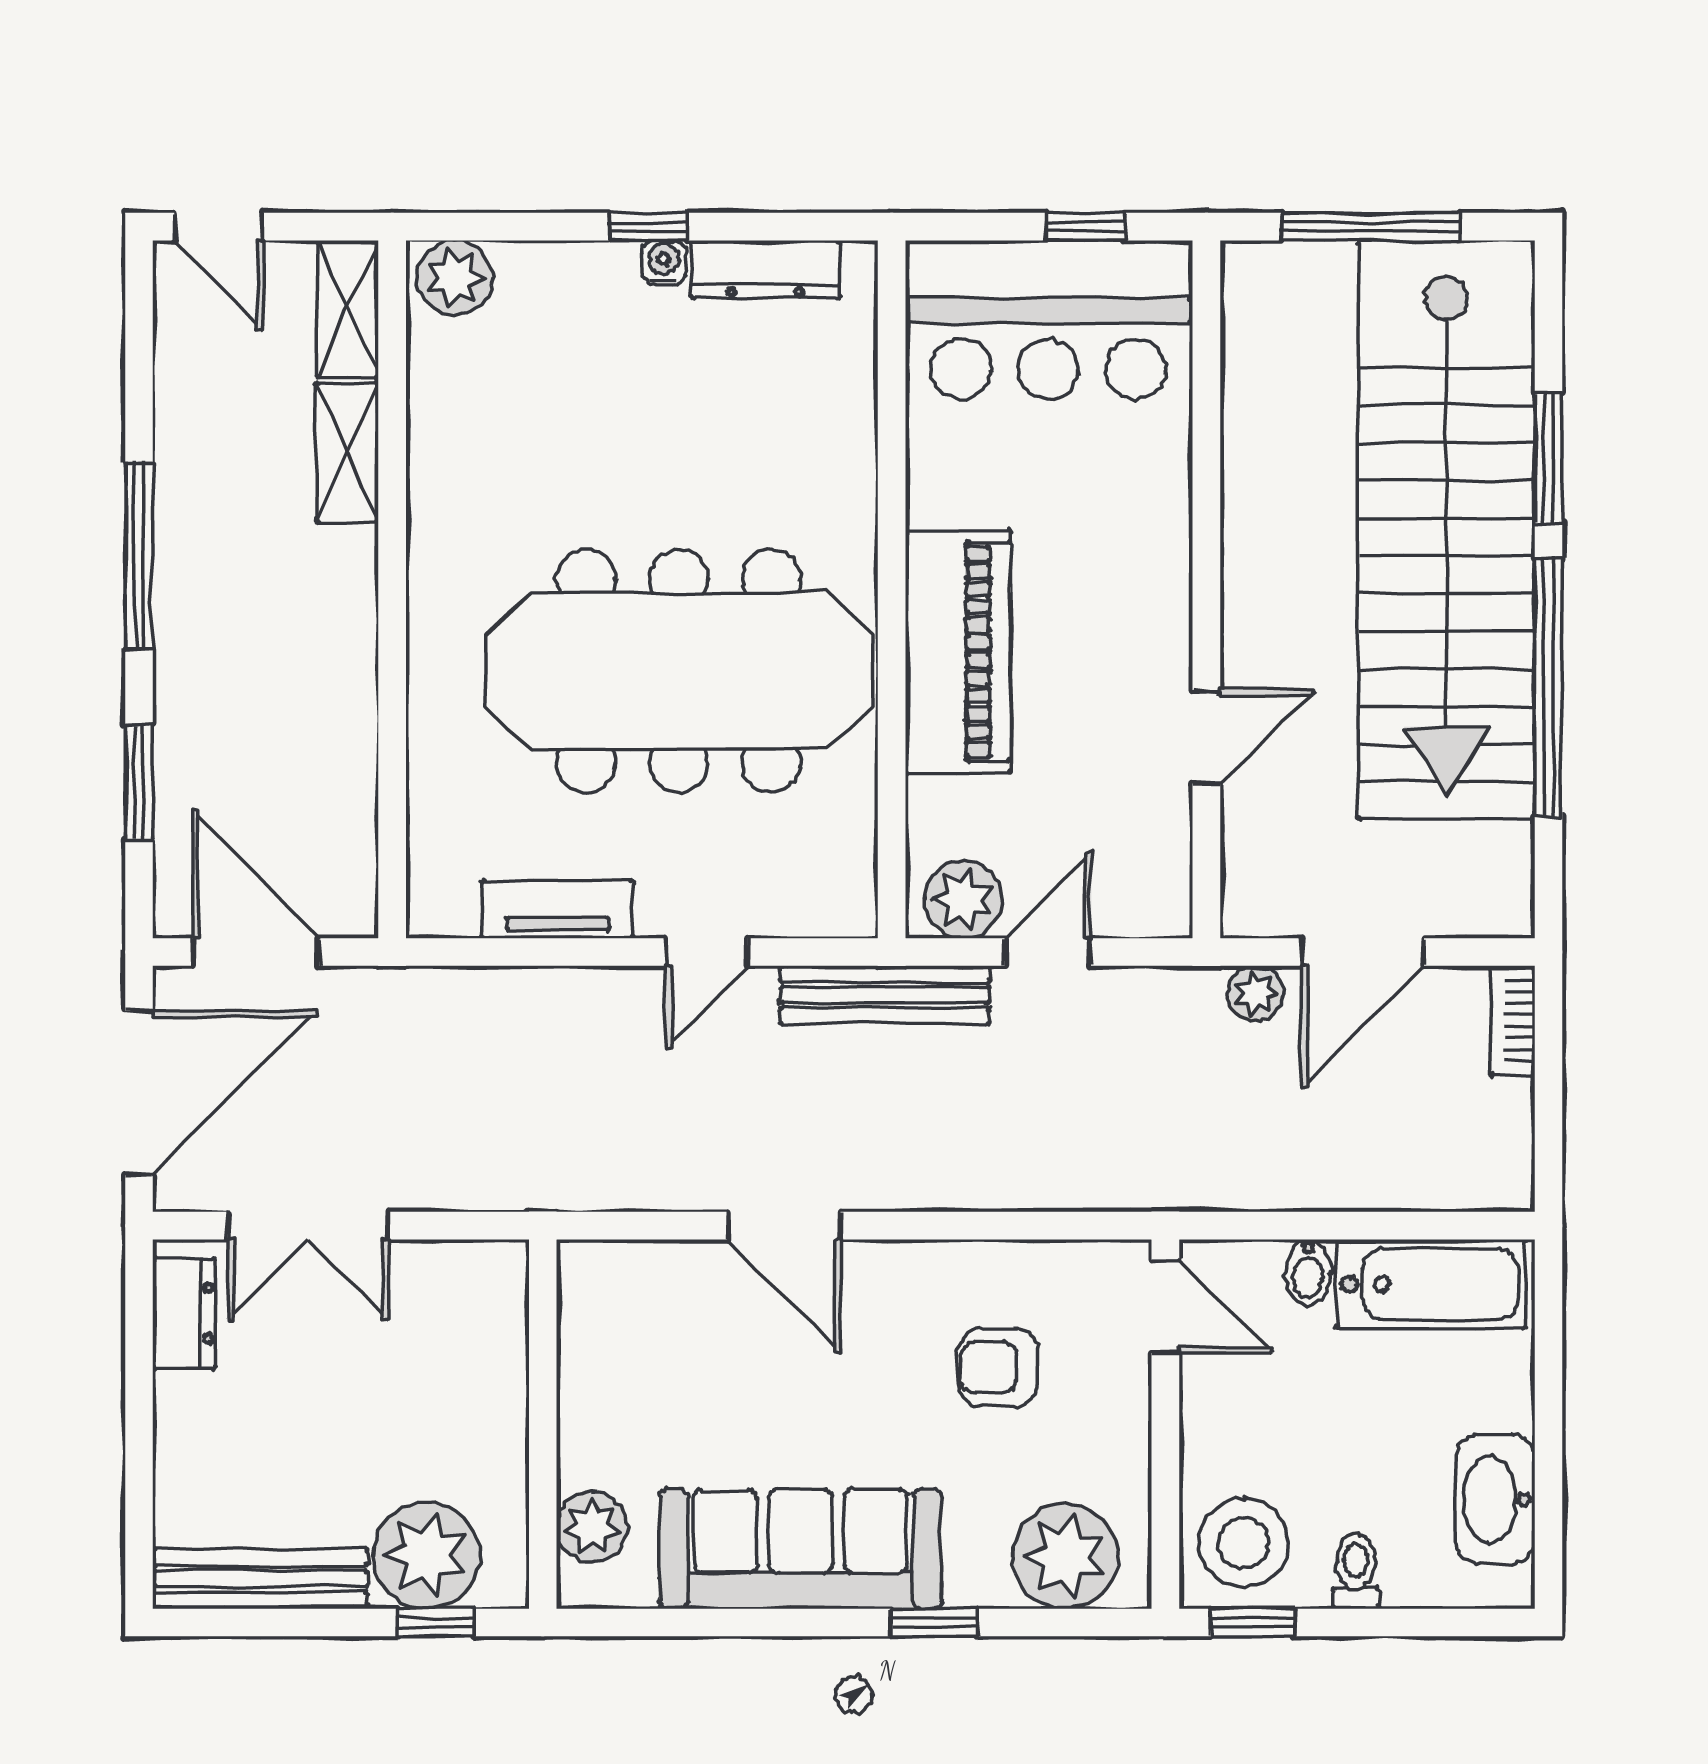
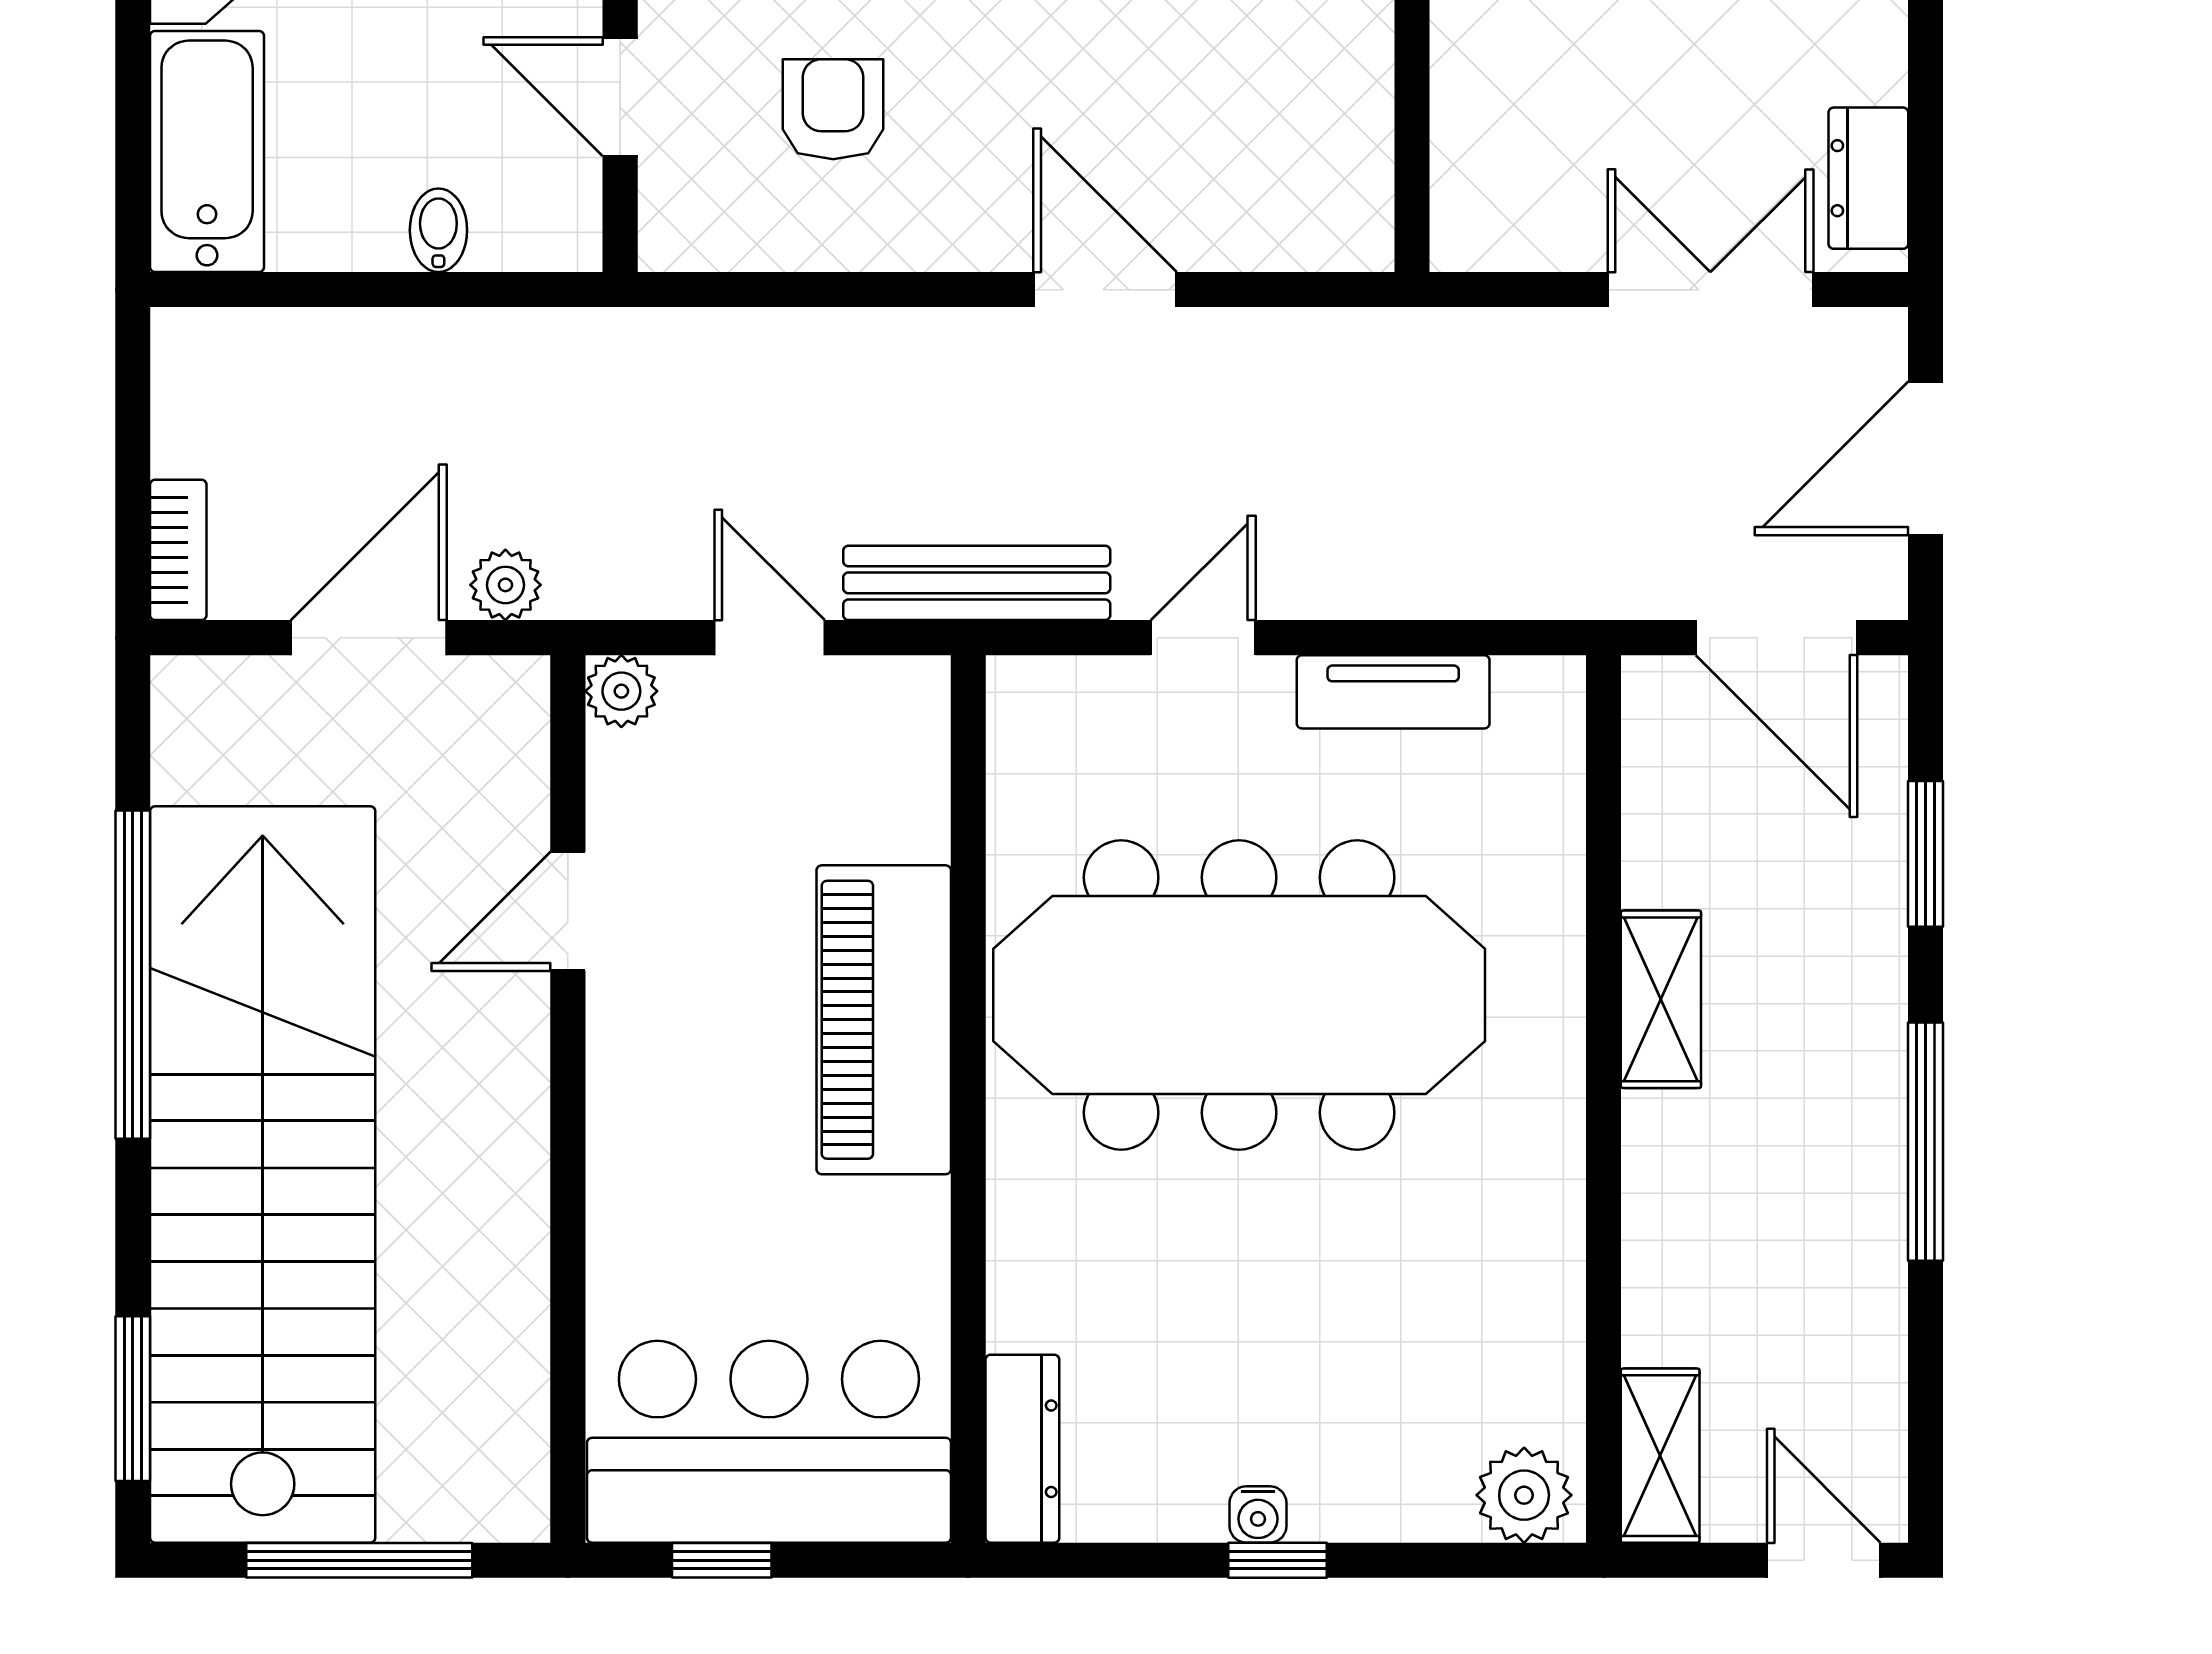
dresser: (766, 269) -> (1022, 1449), moved, turned 90
shelving: (347, 453) -> (1661, 999), moved
window: (1549, 458) -> (133, 1399), moved
plant: (964, 899) -> (621, 691), moved, width x0.73, depth x0.73
door: (1048, 952) -> (770, 638), swing flipped
door: (139, 1093) -> (1926, 458), width x0.73
bathtub: (1431, 1284) -> (207, 151), moved, turned 90
door: (1165, 1306) -> (620, 97), moved
armchair: (998, 1367) -> (833, 109), turned -90

